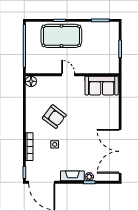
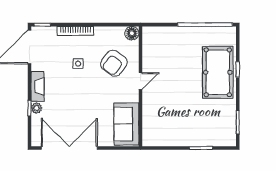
door: (68, 75) -> (140, 81), moved
wall: (72, 75) -> (140, 86), moved
floor lamp: (31, 81) -> (132, 33), moved
sofa: (102, 86) -> (126, 124), moved

